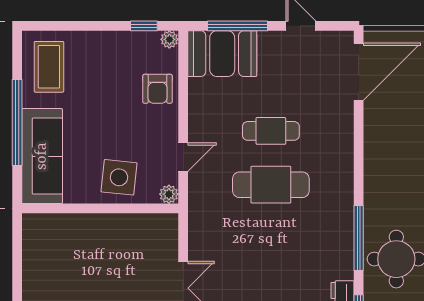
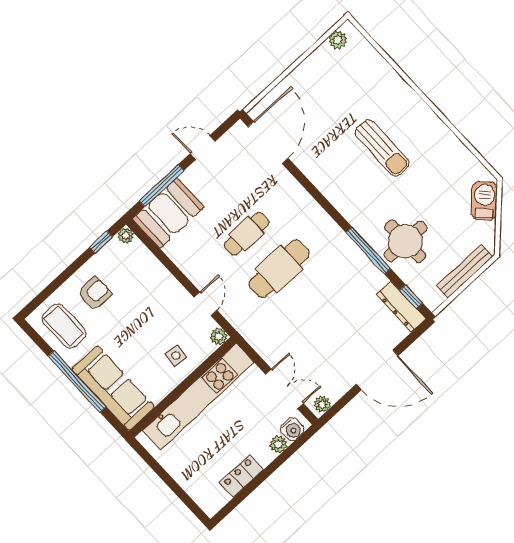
armchair: (158, 89) -> (95, 293), moved, turned -90
side table: (119, 177) -> (176, 356), width x0.54, depth x0.54
kitchen unit: (106, 228) -> (198, 396), added

